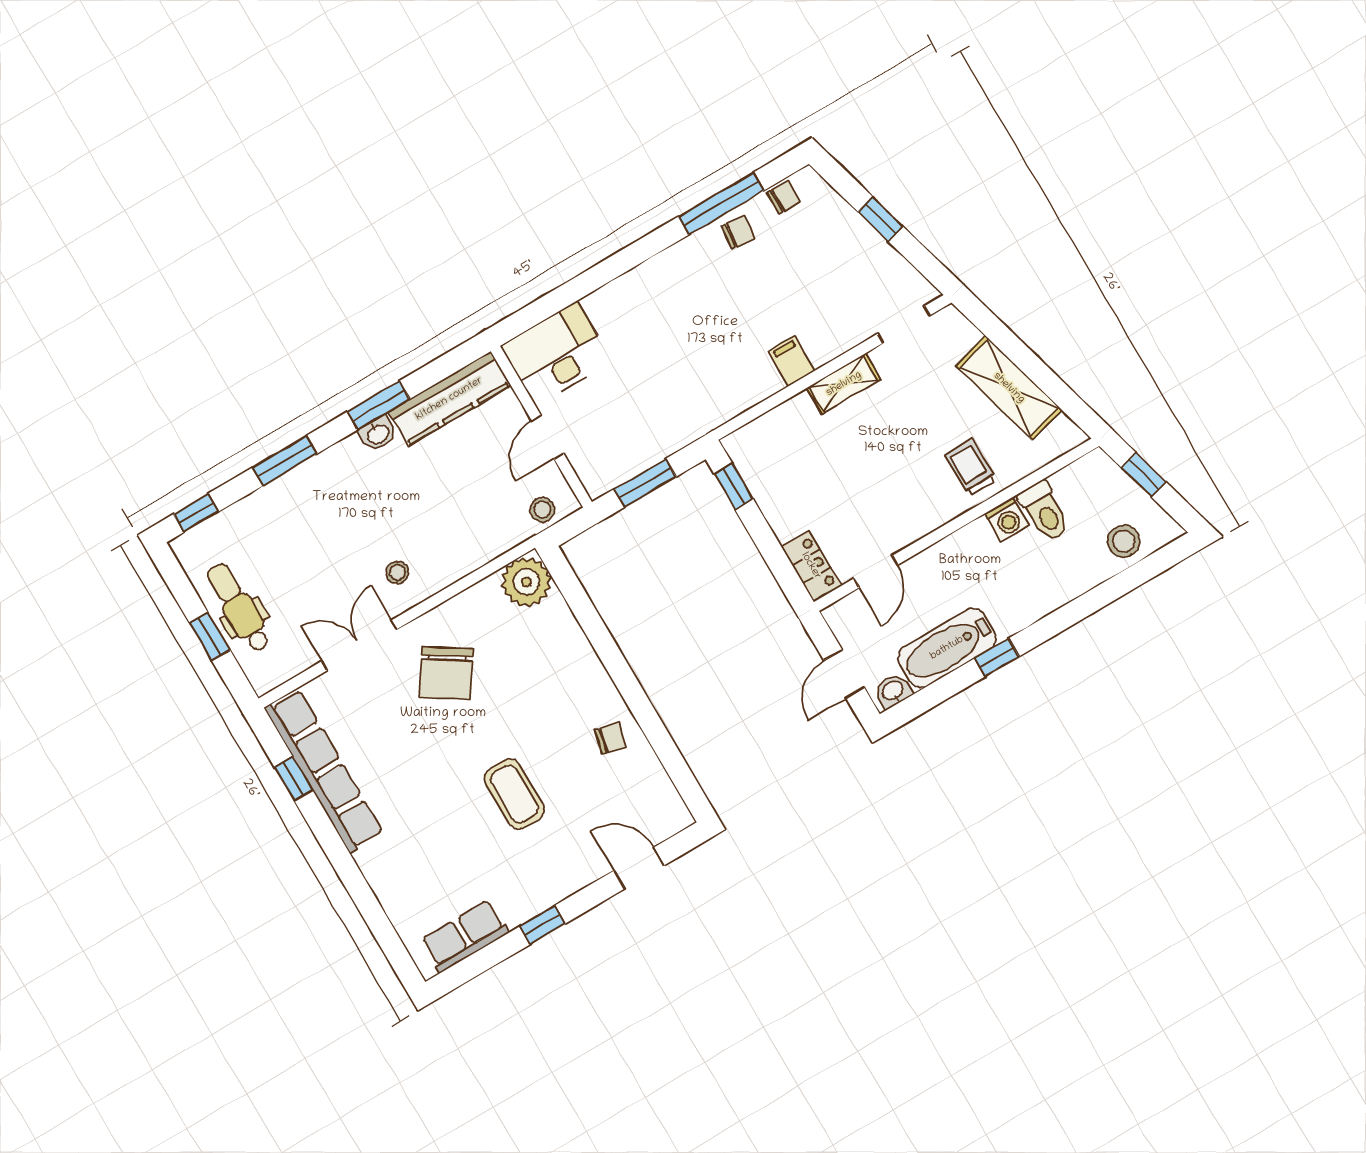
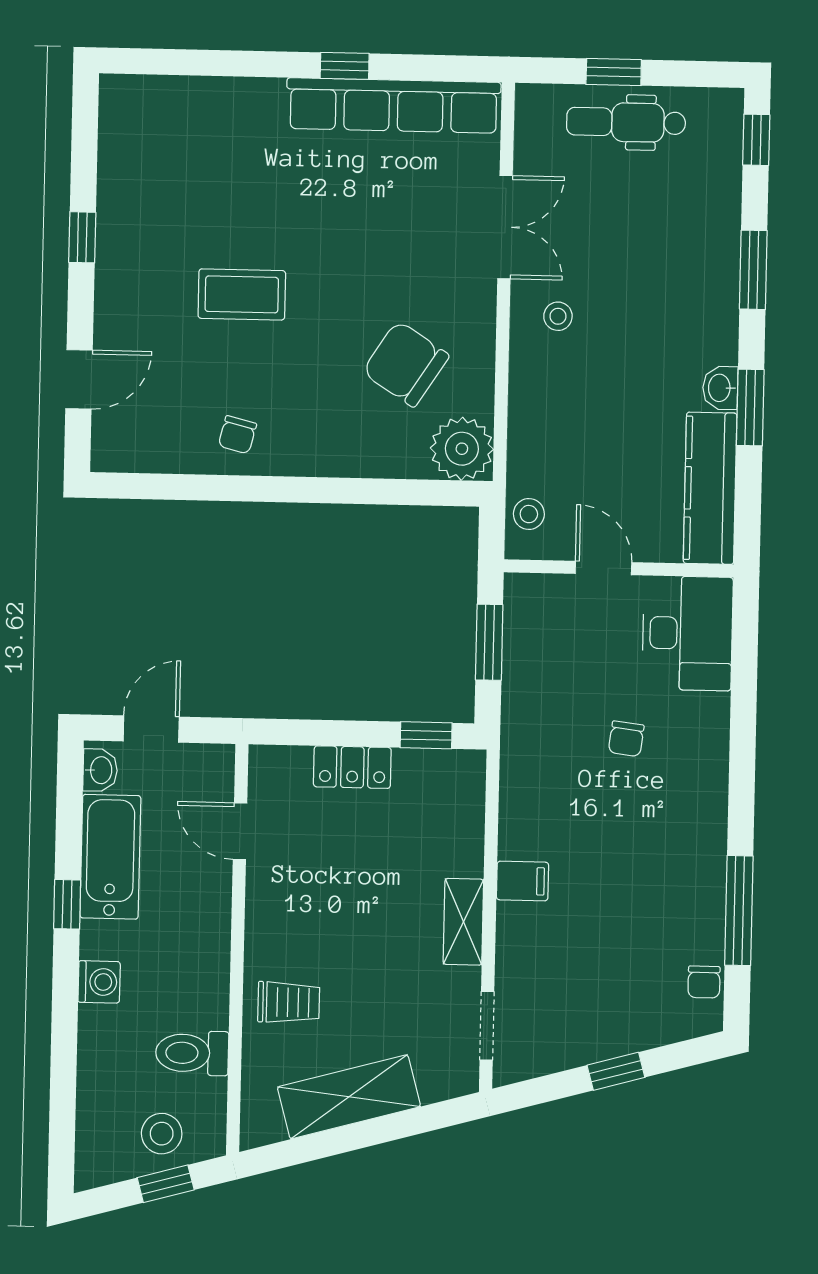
chair: (738, 232) -> (626, 739), moved
washing machine: (1007, 519) -> (99, 982), moved, turned 180
stool: (1124, 541) -> (162, 1134), moved
locker: (811, 566) -> (352, 767), moved
dental chair: (239, 608) -> (626, 122), turned 180
chair: (446, 673) -> (406, 364), moved
door: (844, 674) -> (151, 729), hinge flipped
window: (294, 779) -> (345, 66), moved
row of seats: (465, 936) -> (122, 146), removed

